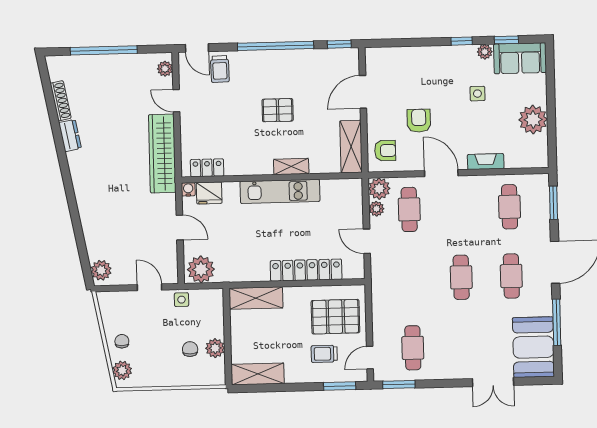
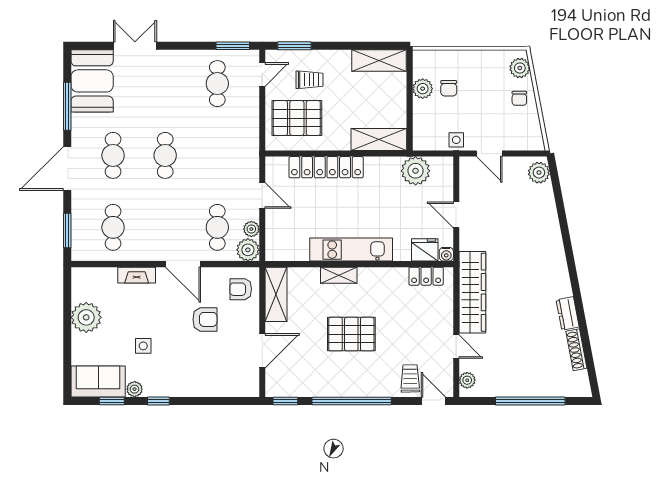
pallet: (278, 110) -> (351, 334), width x1.50, depth x1.42
armchair: (419, 121) -> (205, 319), turned -90
plant: (201, 269) -> (416, 171), moved

